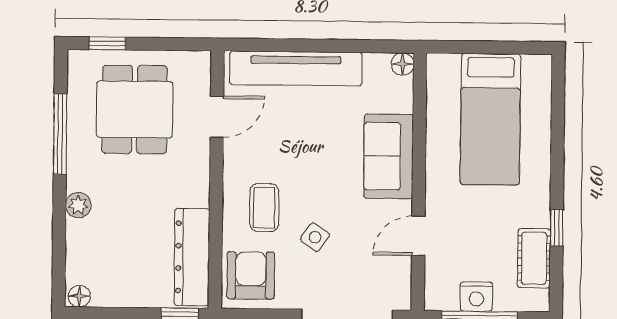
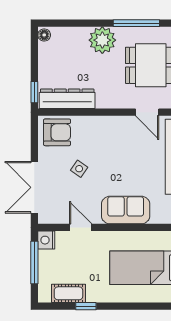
plant: (78, 205) -> (102, 40), width x1.87, depth x1.87
coffee table: (264, 208) -> (96, 140), removed
nightstand: (476, 297) -> (46, 240), moved

